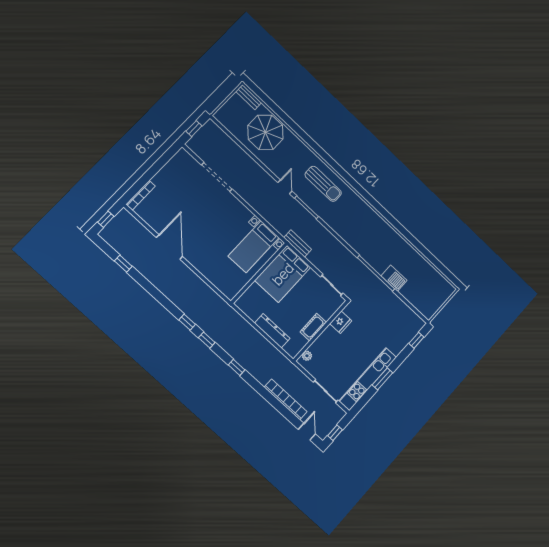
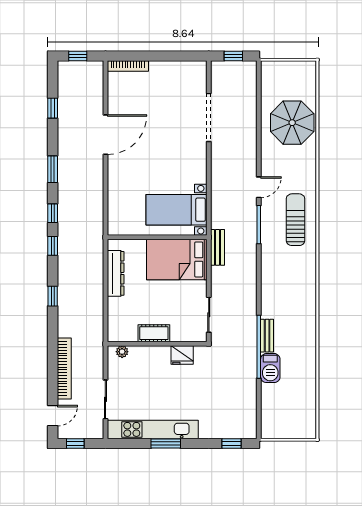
bench: (249, 97) -> (267, 336), moved
sun lounger: (323, 184) -> (296, 220), turned 180
window: (161, 298) -> (53, 169), added
dresser: (272, 331) -> (116, 273), moved

